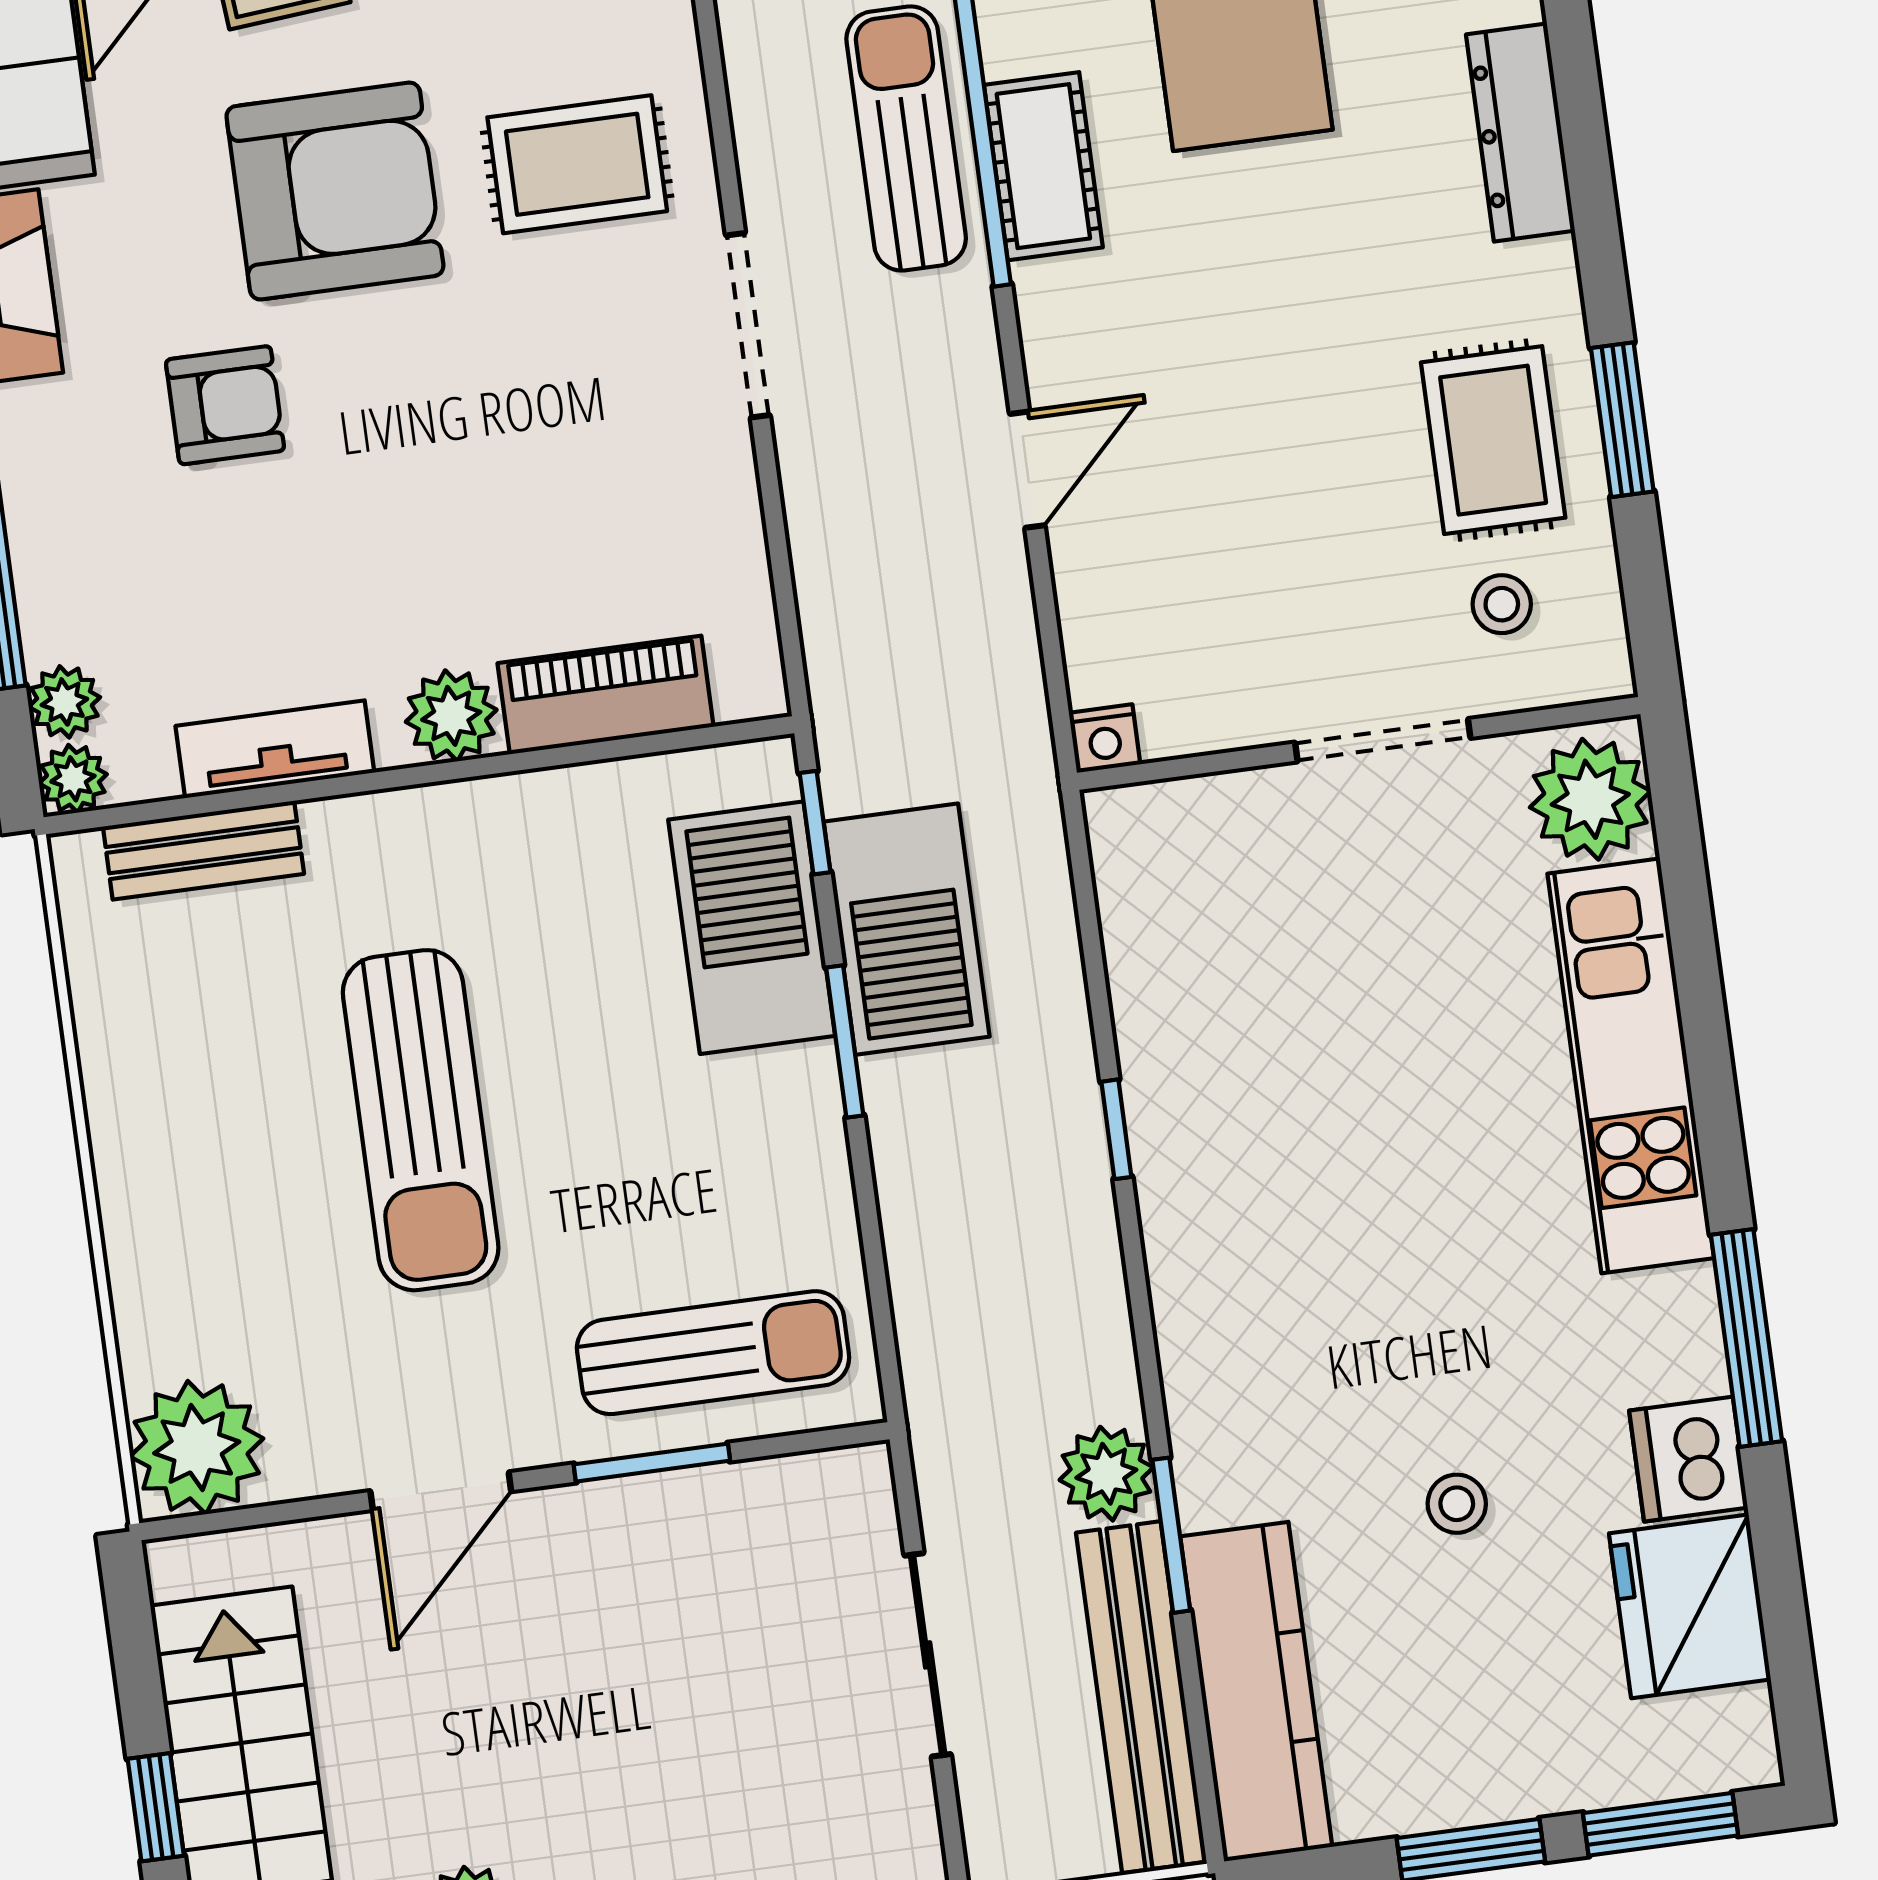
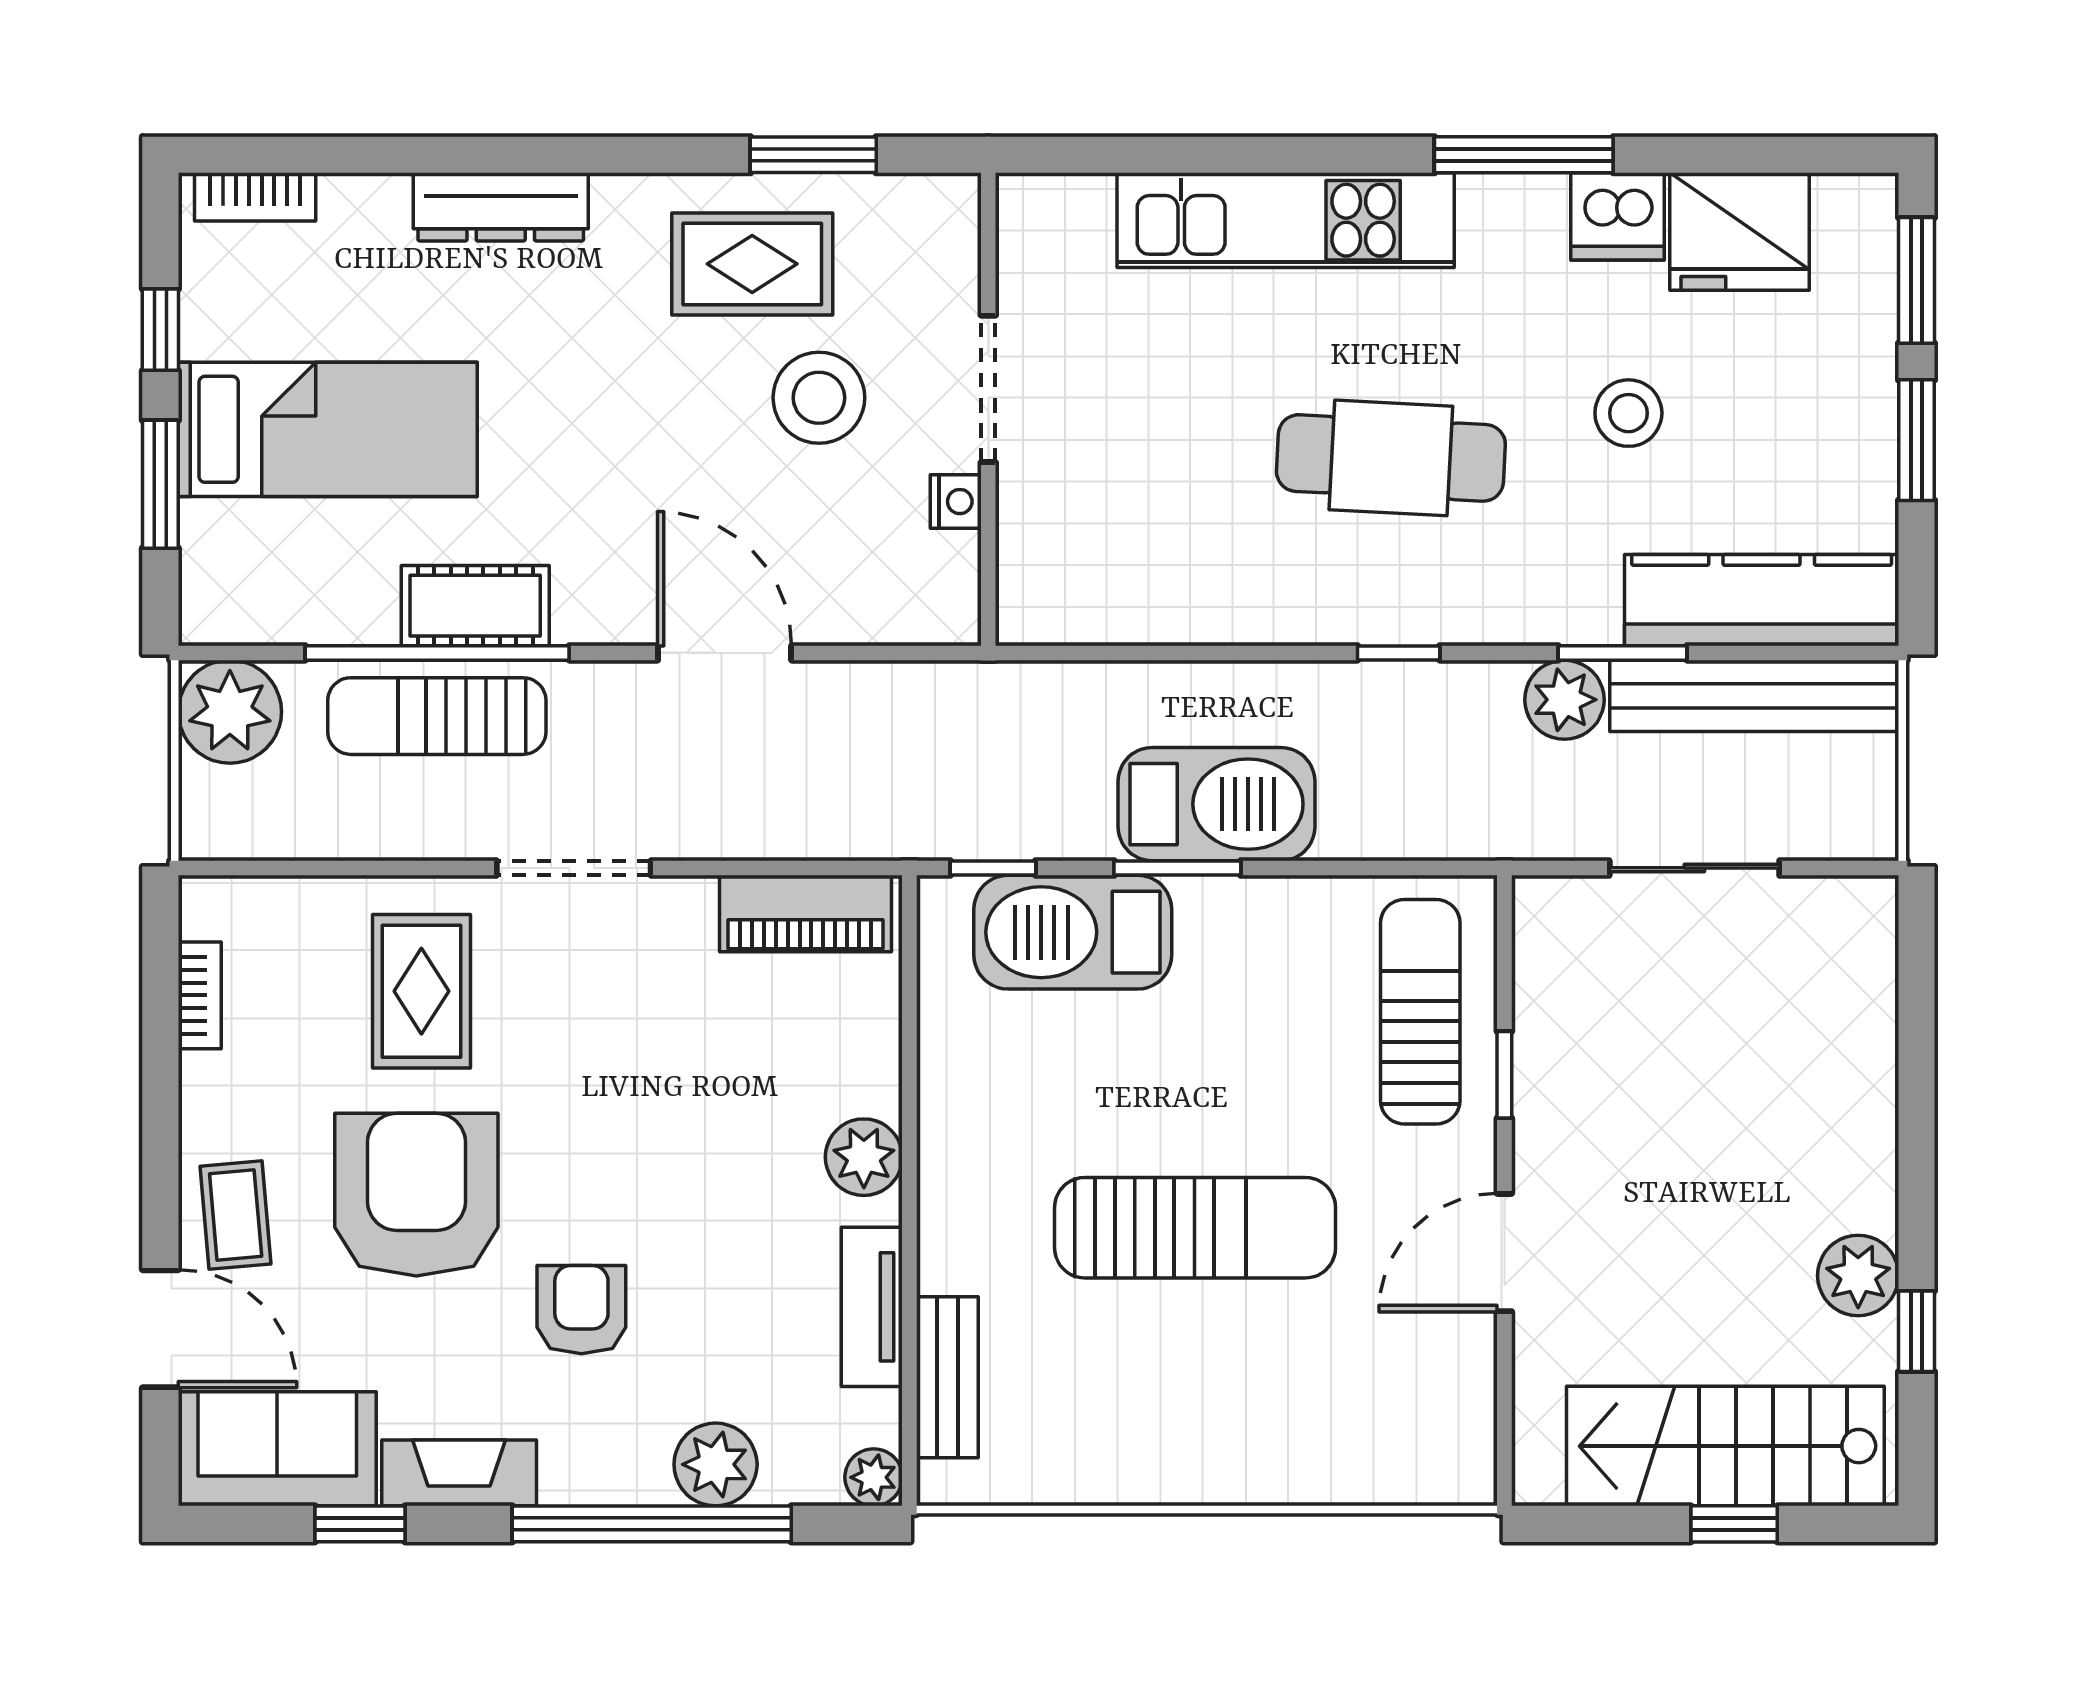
window: (1622, 420) -> (813, 155), moved
door: (1027, 470) -> (725, 653), width x1.38
stool: (1502, 604) -> (819, 398), moved, width x1.89, depth x1.89
piano: (606, 695) -> (806, 914), moved, turned -90
plant: (64, 702) -> (716, 1464), moved, width x1.38, depth x1.38
nightstand: (1105, 739) -> (956, 502), moved
plant: (1590, 799) -> (1060, 224), removed
barbecue: (907, 929) -> (1216, 804), moved
window: (1116, 1129) -> (1399, 653), moved
cafe table: (1365, 1229) -> (1391, 458), added
plant: (197, 1447) -> (1441, 1450), removed
window: (652, 1463) -> (1504, 1075), width x0.67
door: (441, 1491) -> (1504, 1253), swing flipped
stool: (1457, 1504) -> (1628, 413), width x1.37, depth x1.37

